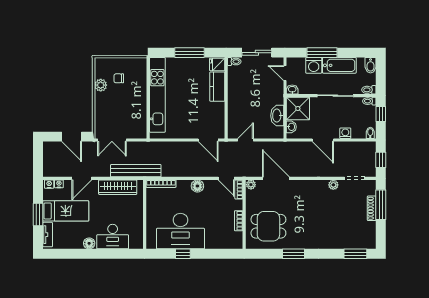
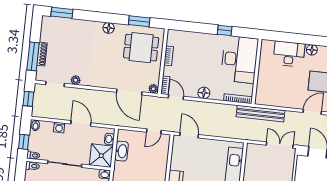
wardrobe: (118, 187) -> (279, 100), removed
desk: (180, 231) -> (240, 59), moved, turned 90
floor lamp: (305, 243) -> (109, 28), added
window: (293, 254) -> (139, 21), moved

